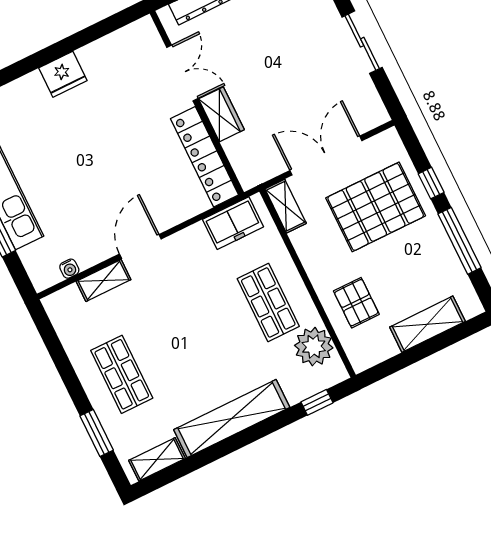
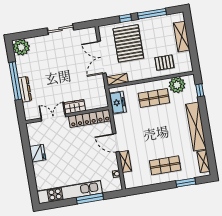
double door: (182, 73) -> (53, 117), moved
wall: (197, 103) -> (67, 115), moved
wardrobe: (221, 114) -> (75, 107), moved
locker: (205, 157) -> (90, 119), moved

